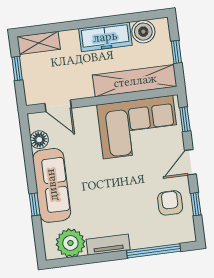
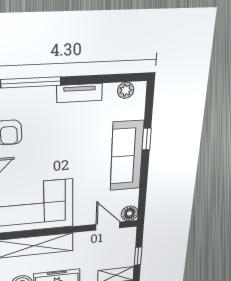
floor lamp: (39, 140) -> (130, 213), moved
plant: (70, 243) -> (126, 90), width x0.53, depth x0.53

